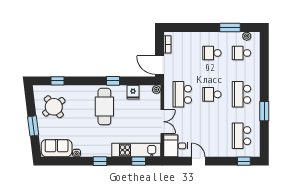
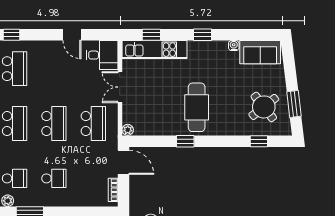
fridge: (133, 92) -> (159, 126), removed
school desk: (212, 94) -> (54, 124), width x1.85
window: (33, 126) -> (294, 104), moved

